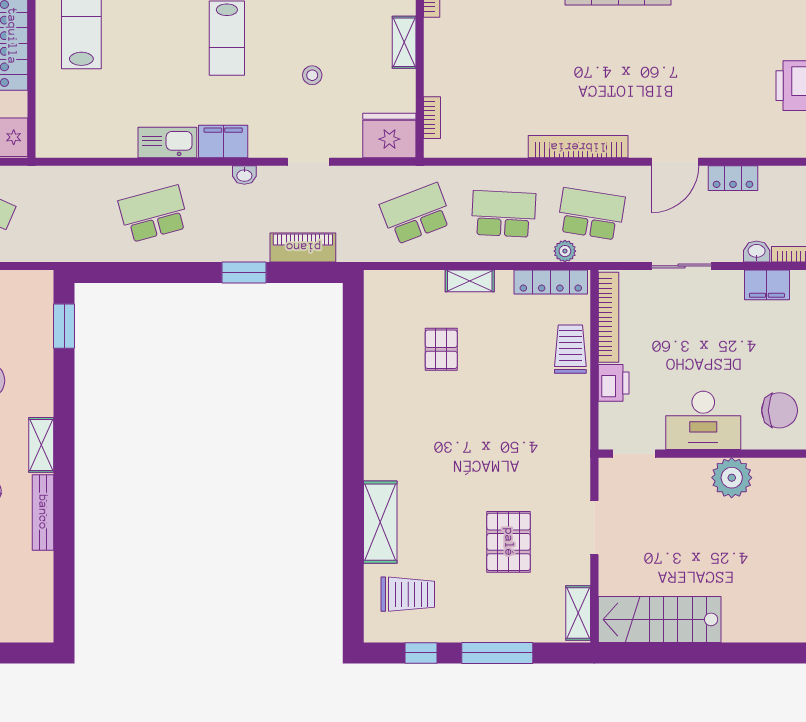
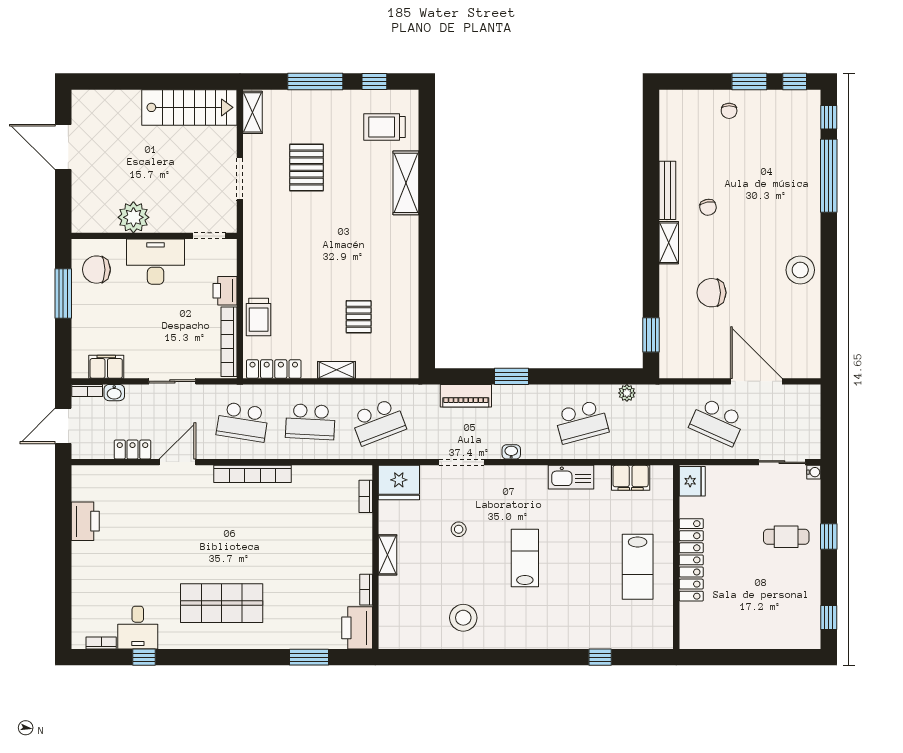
filing cabinet: (223, 142) -> (631, 478), moved
doorway: (308, 162) -> (462, 462), width x1.38
plant: (565, 251) -> (627, 393), moved

